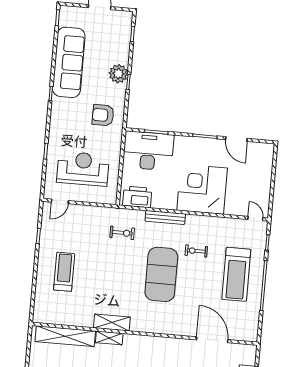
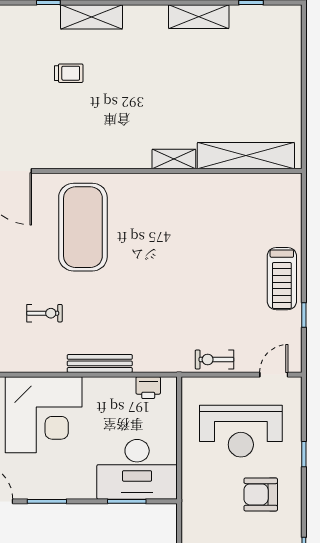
armchair: (103, 115) -> (261, 494), moved, turned 180
printer: (137, 197) -> (148, 388), width x0.53, depth x0.68
exercise bike: (122, 233) -> (215, 359), moved
treadmill: (64, 272) -> (282, 279), moved
exercise mat: (161, 274) -> (83, 227), moved
shelving: (112, 322) -> (172, 185), removed

